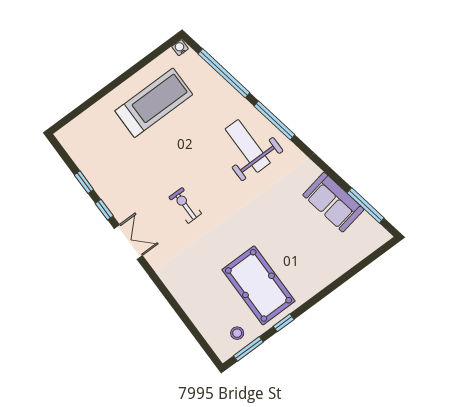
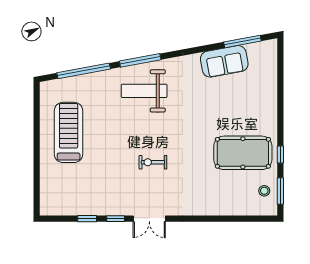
water cooler: (180, 48) -> (45, 87), removed
double door: (128, 242) -> (149, 219), swing flipped

